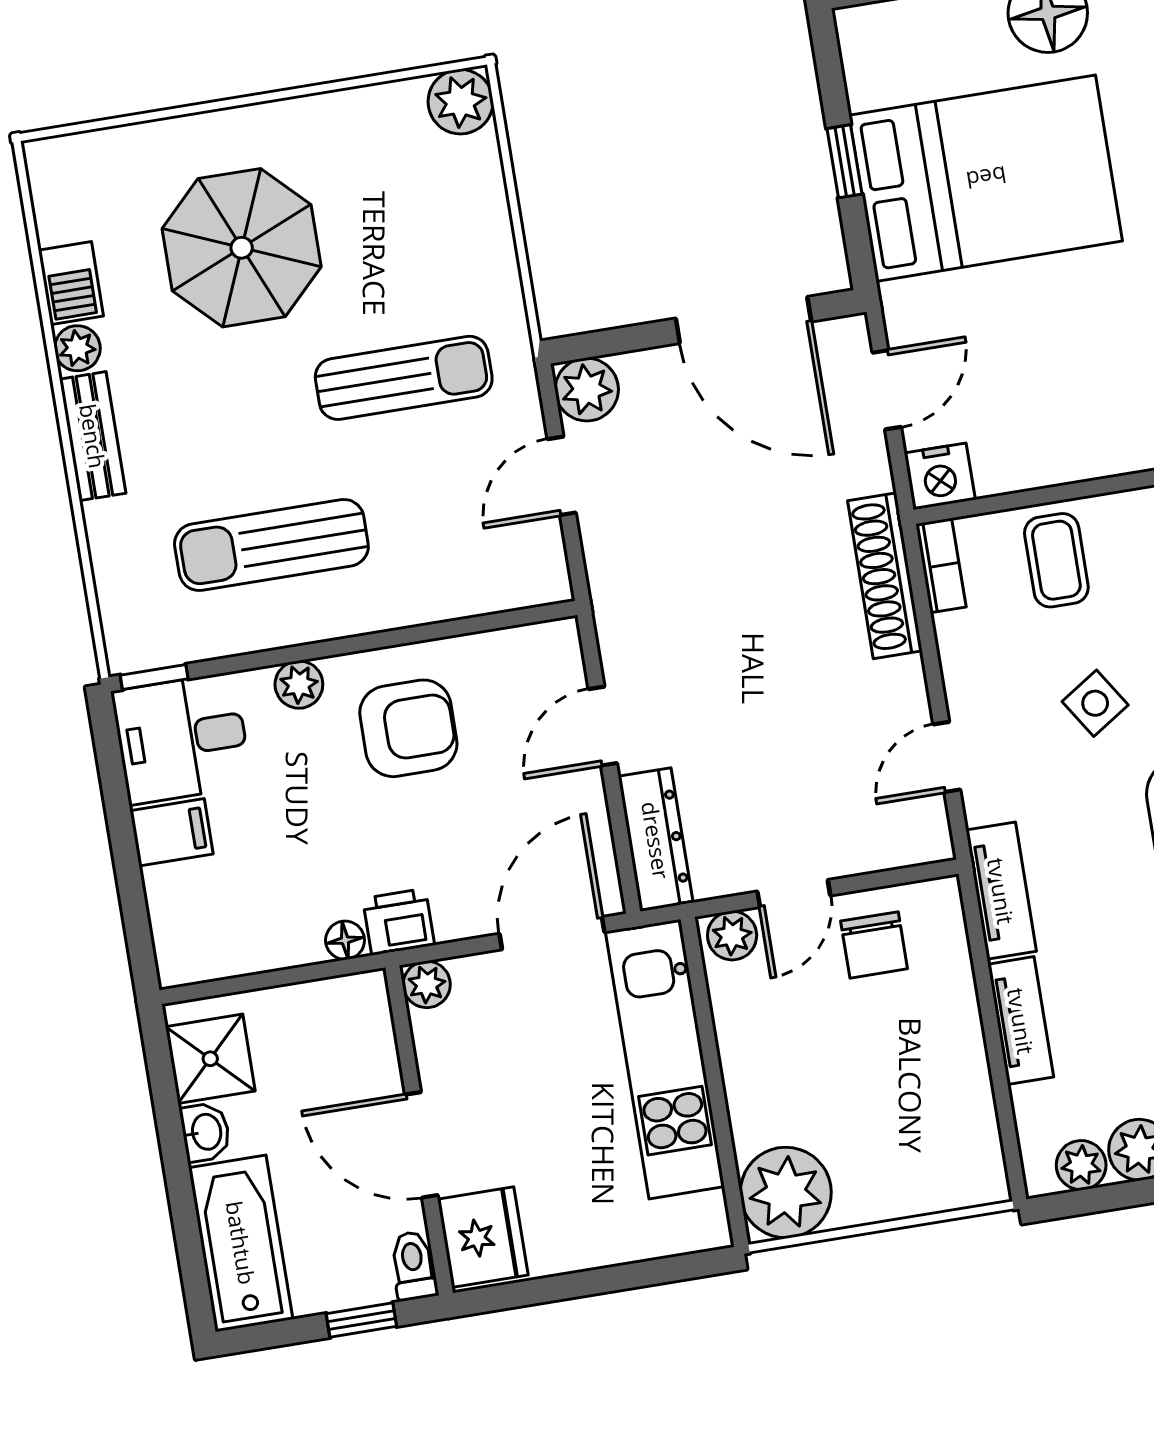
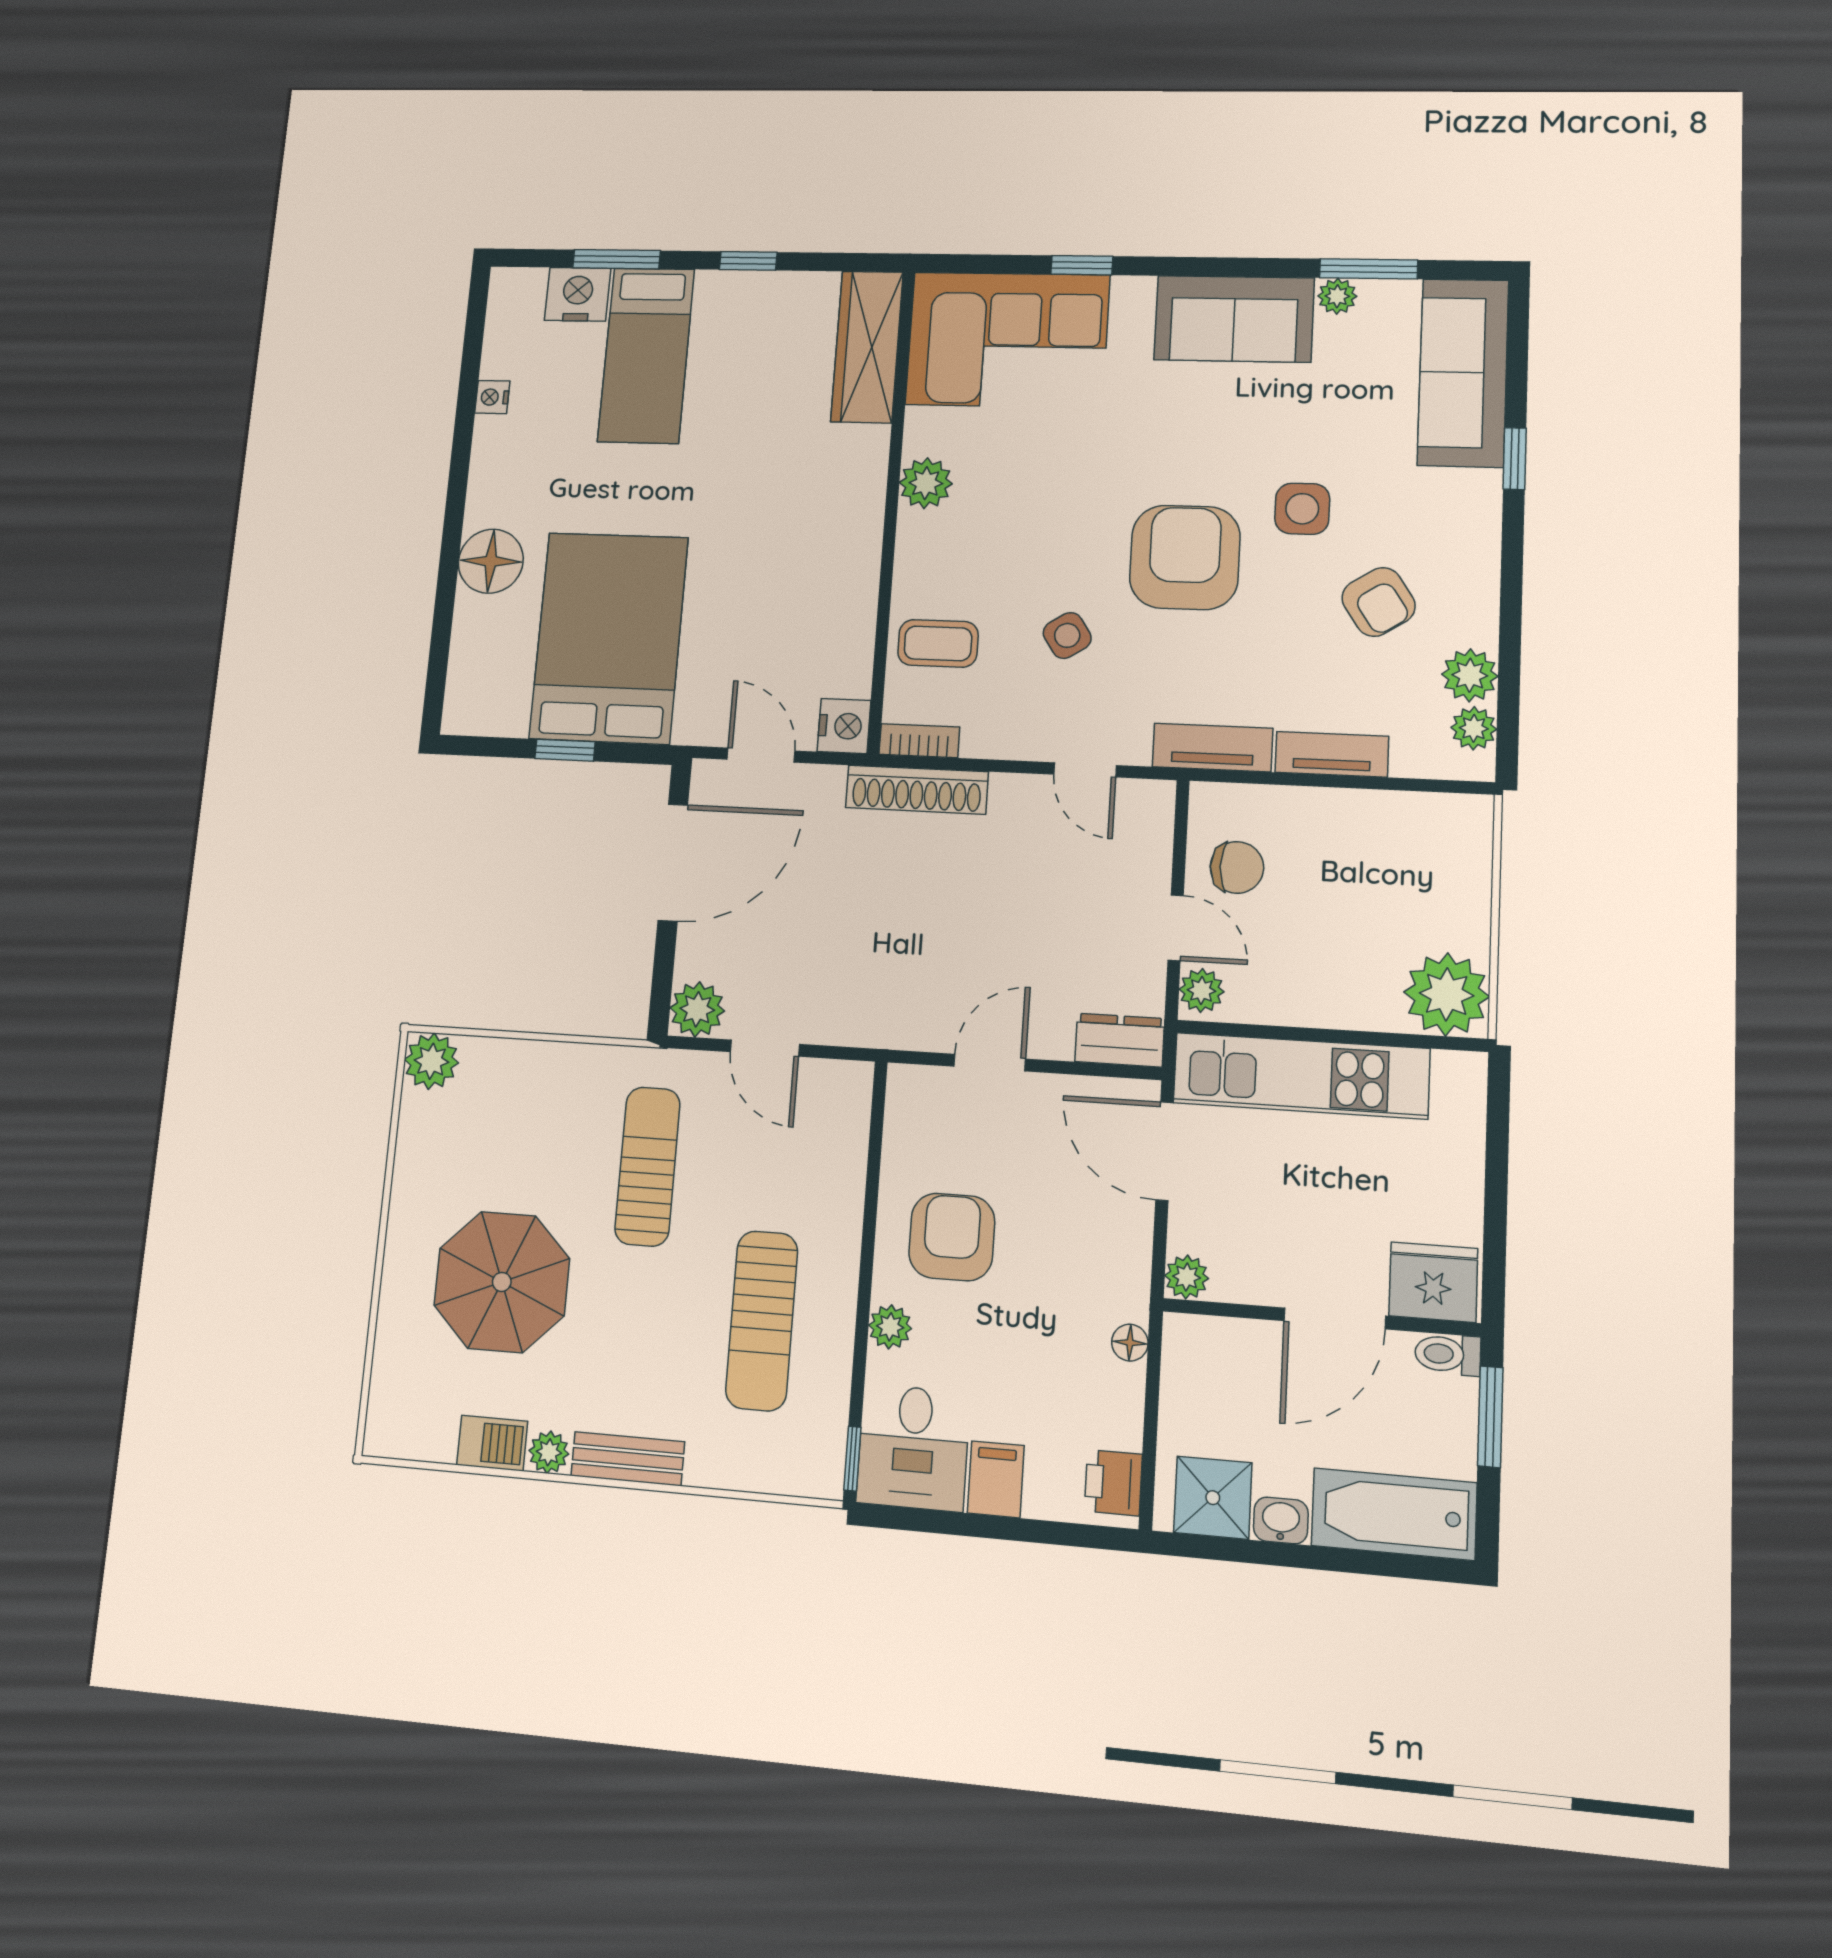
door: (603, 726) -> (990, 1063), swing flipped
dresser: (656, 840) -> (1120, 1040), width x0.70
printer: (399, 922) -> (1113, 1483), moved
window: (361, 1320) -> (1490, 1417), width x1.50

